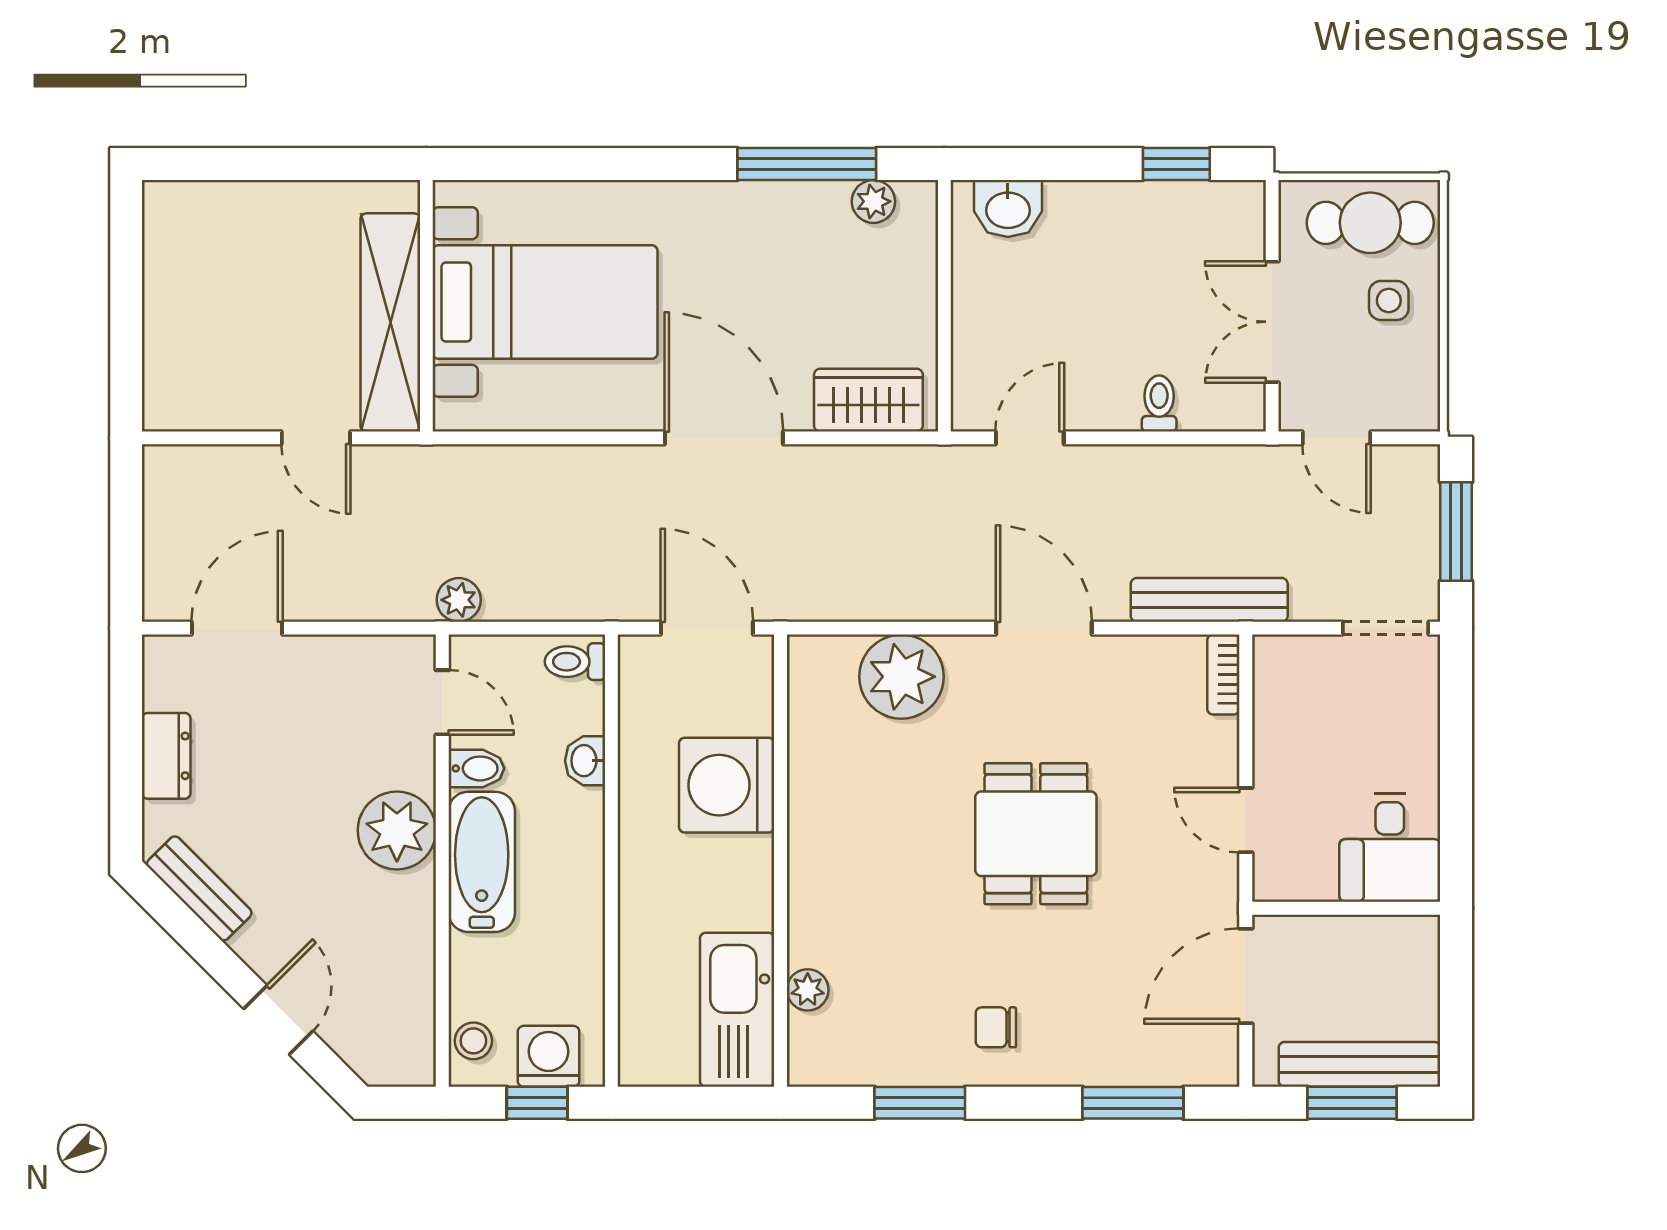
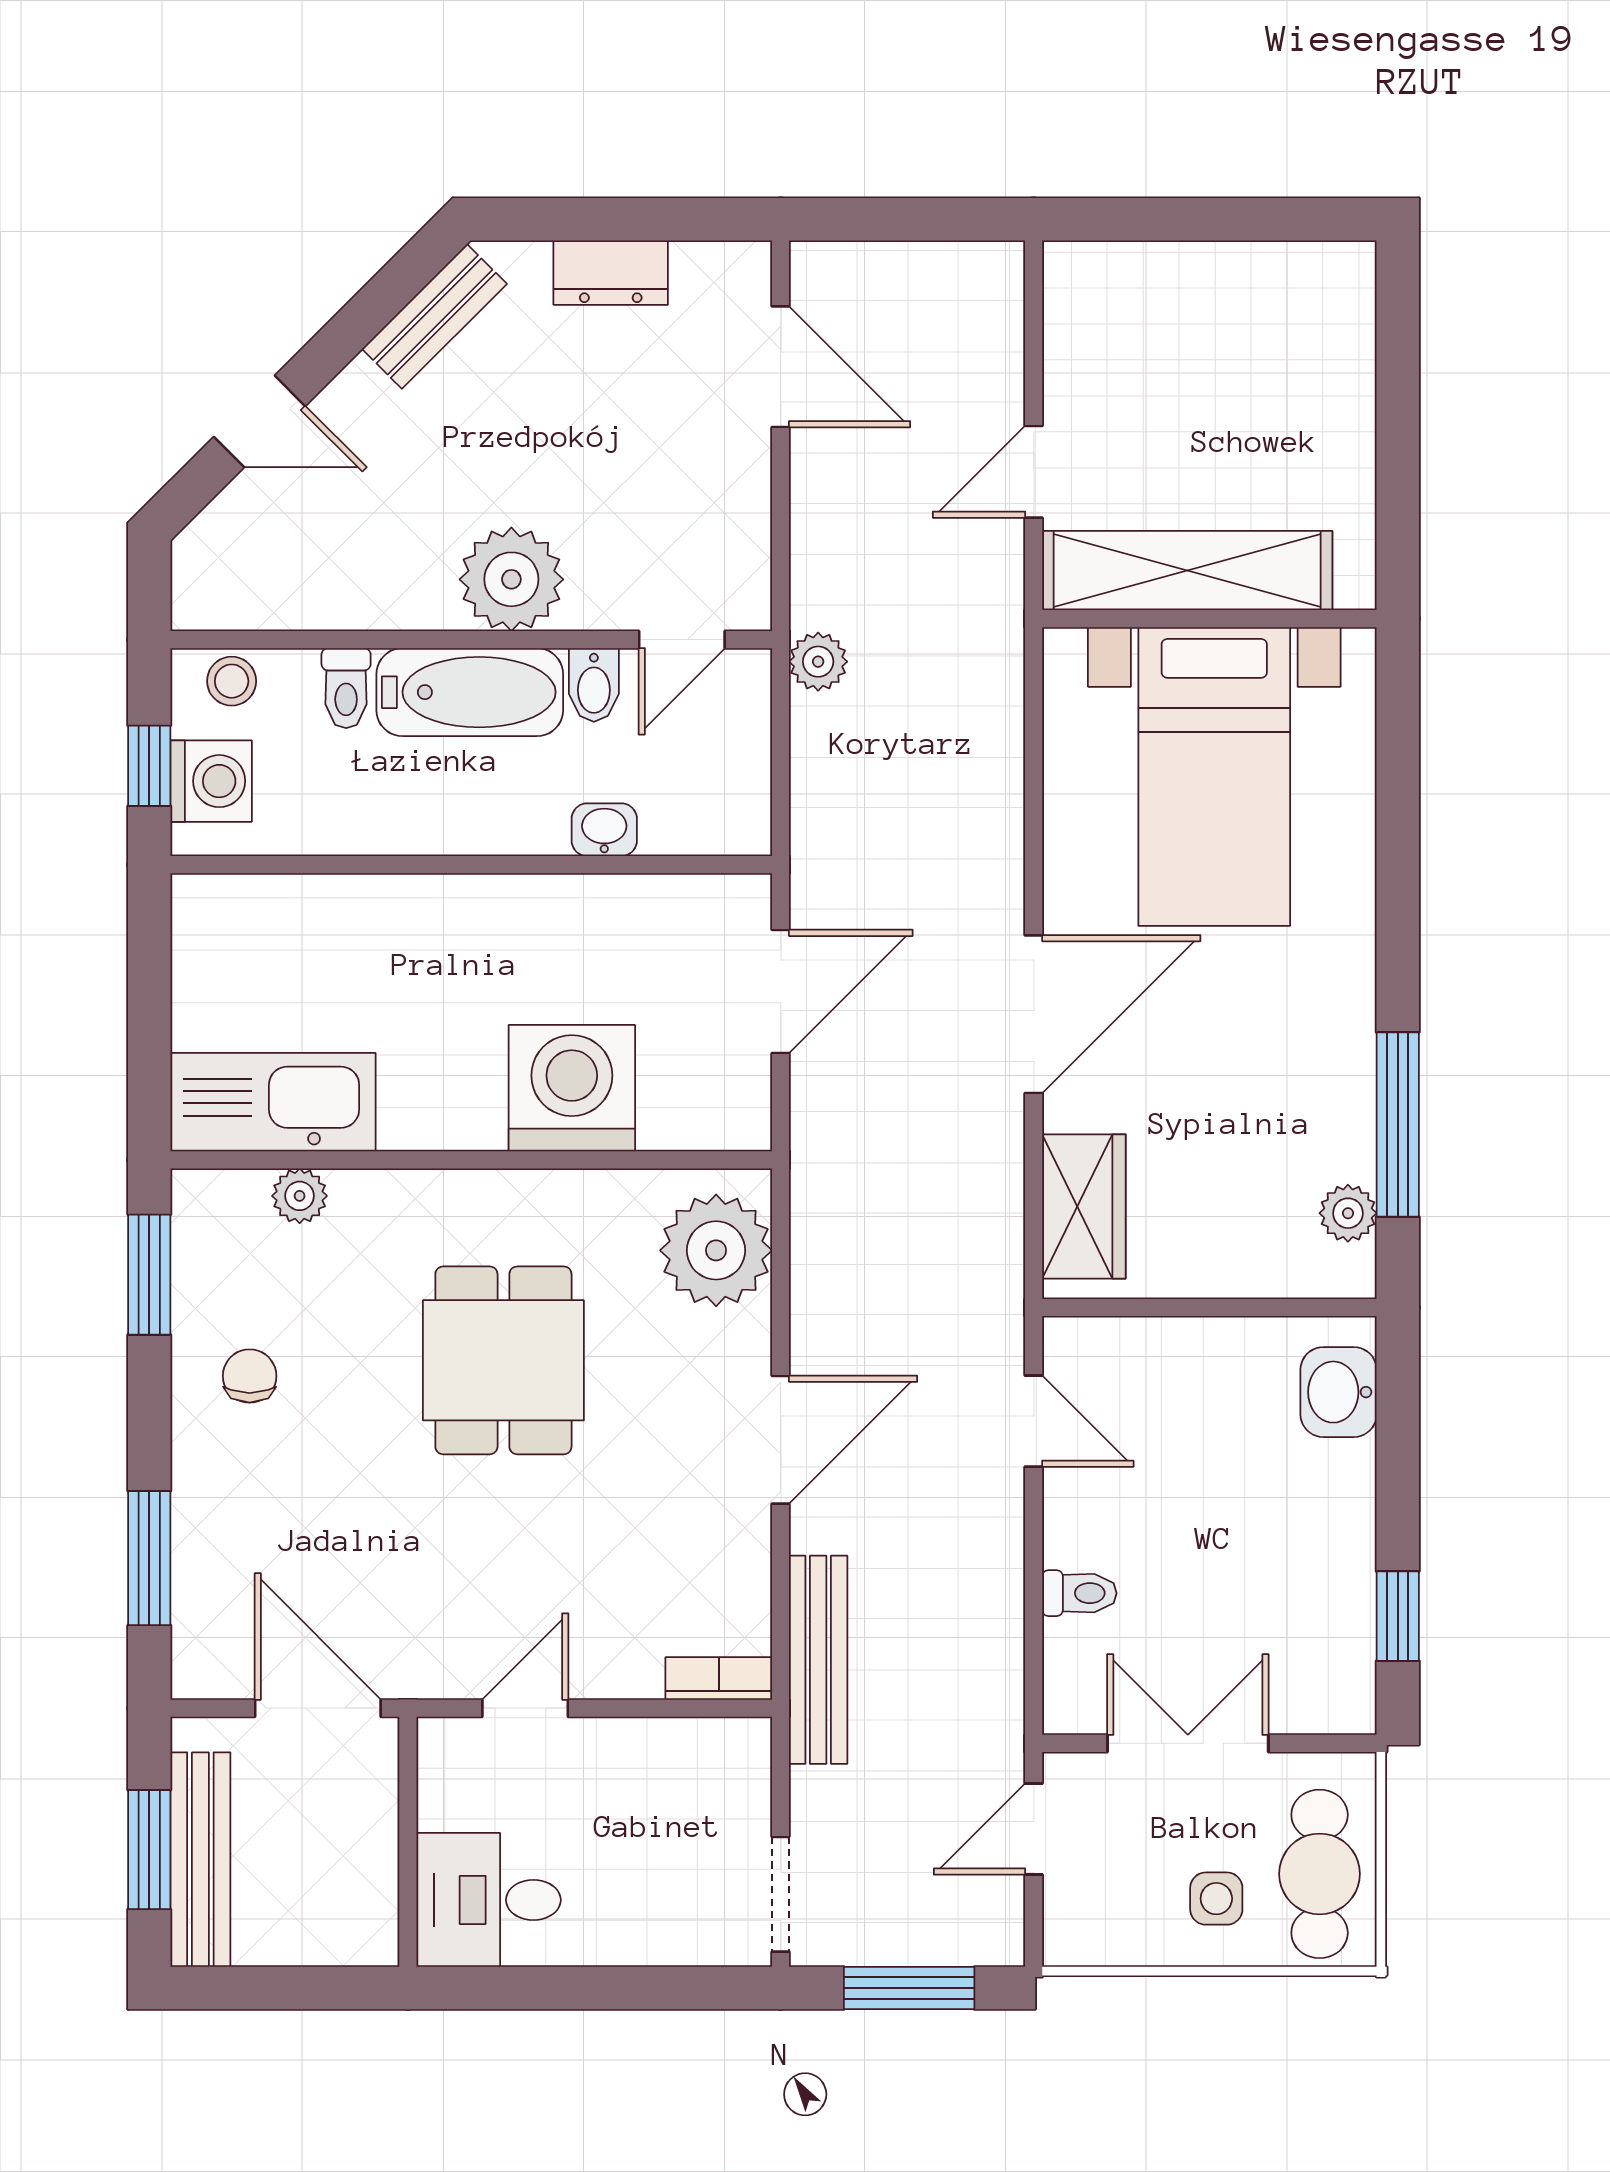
toilet: (575, 662) -> (346, 688), moved, turned 180
washing machine: (727, 785) -> (572, 1088), moved
dining table: (1036, 834) -> (503, 1360), moved, turned 90
wall: (781, 861) -> (471, 1160), moved
plant: (808, 990) -> (300, 1196), moved
kitchen sink: (737, 1010) -> (273, 1102), moved

